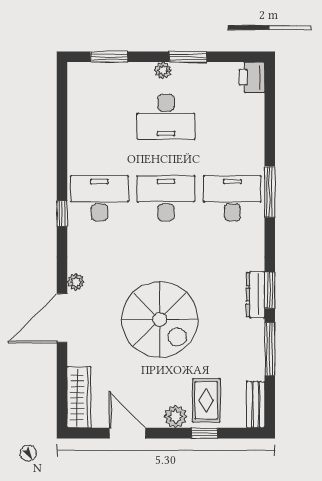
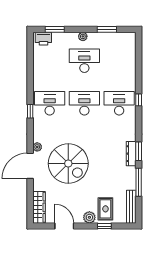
window: (188, 57) -> (107, 29), moved
printer: (252, 77) -> (43, 39), moved, turned -90
desk: (166, 117) -> (84, 61), turned 180
window: (270, 192) -> (139, 100), width x0.46
spiral stairs: (160, 319) -> (68, 163), moved
bench: (256, 405) -> (131, 207), width x1.36

